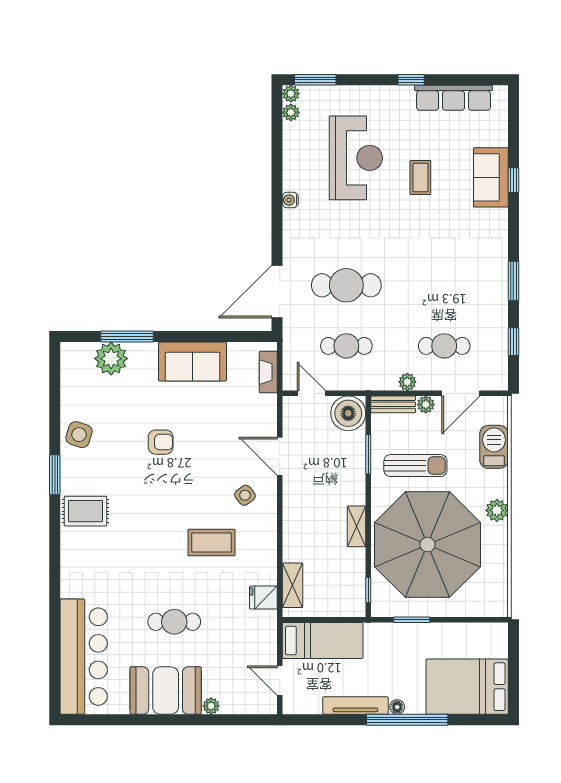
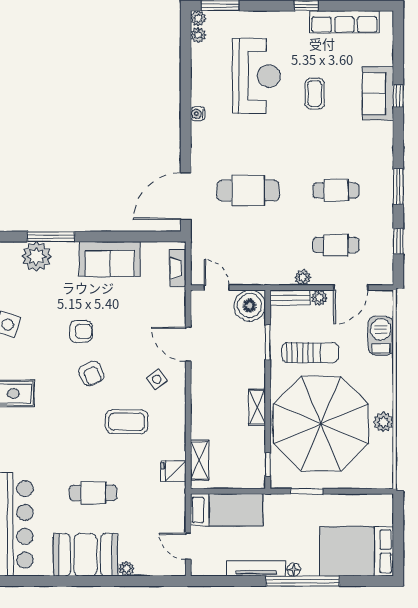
cafe table: (346, 346) -> (336, 190), moved
armchair: (172, 489) -> (91, 373), added
plant: (497, 510) -> (383, 422), moved

